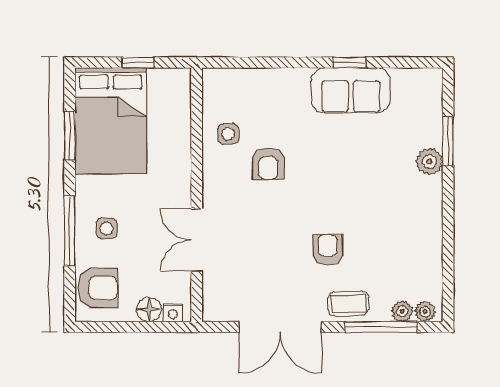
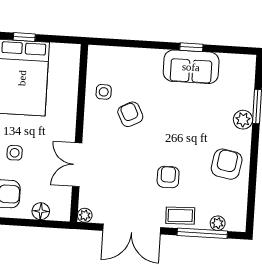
window: (138, 63) -> (24, 37), moved
armchair: (268, 164) -> (130, 114), turned 153
armchair: (410, 226) -> (227, 164), added
plant: (425, 312) -> (85, 215), moved
nightstand: (173, 313) -> (57, 214), removed

